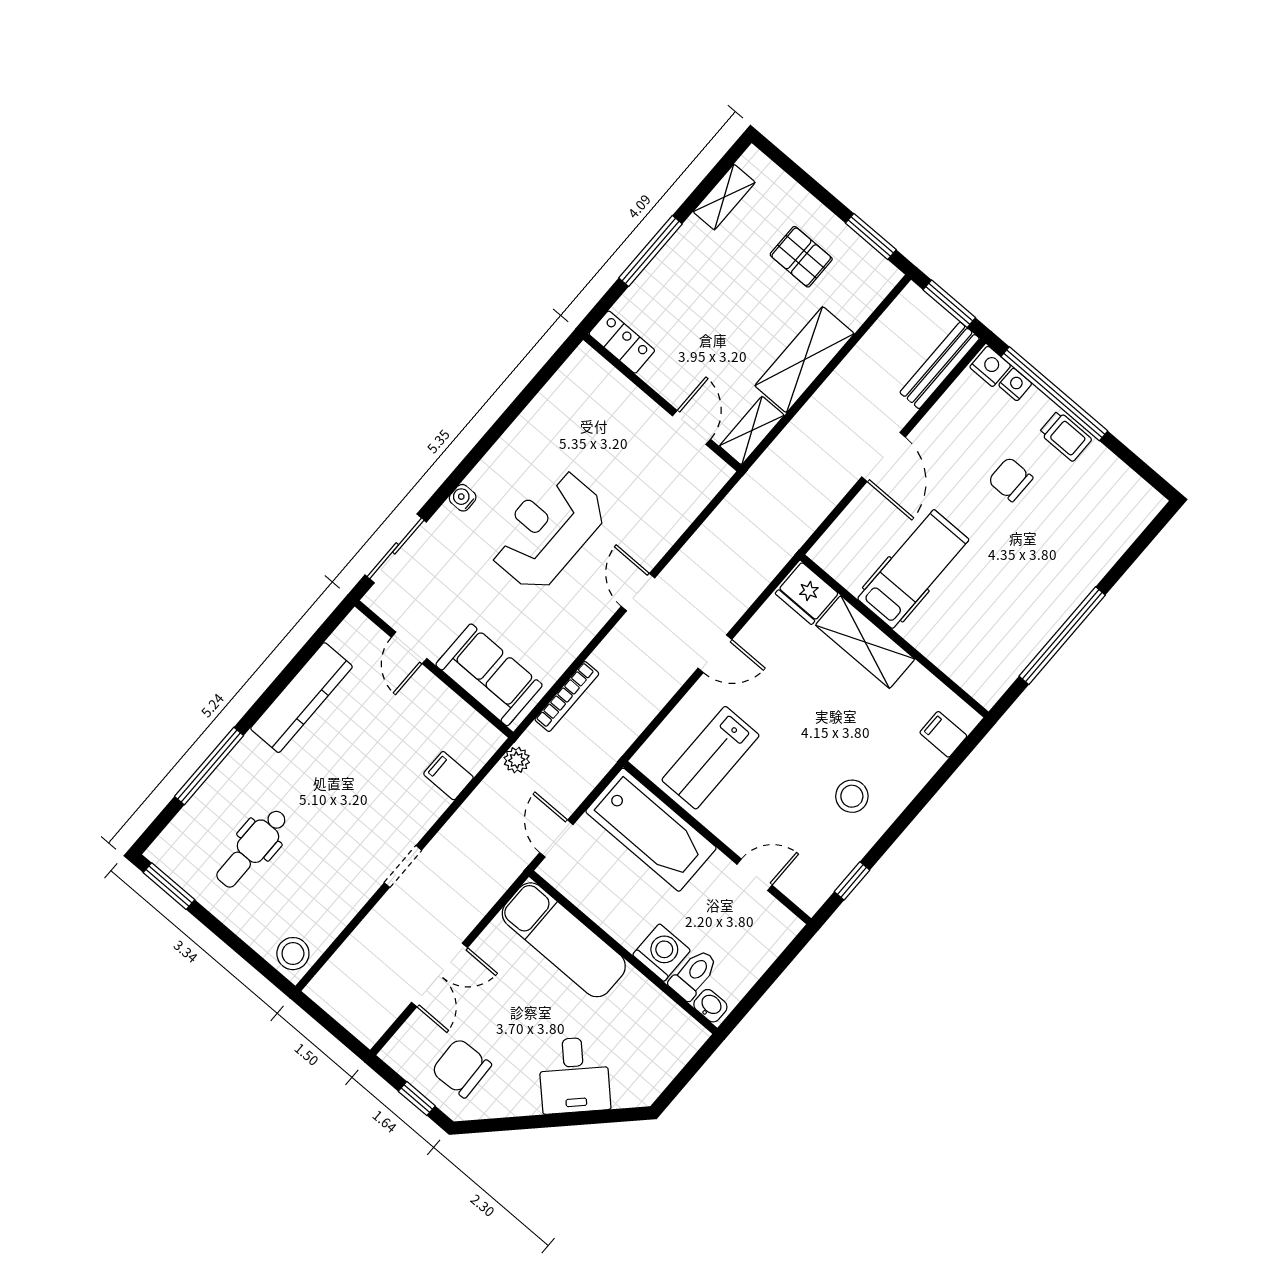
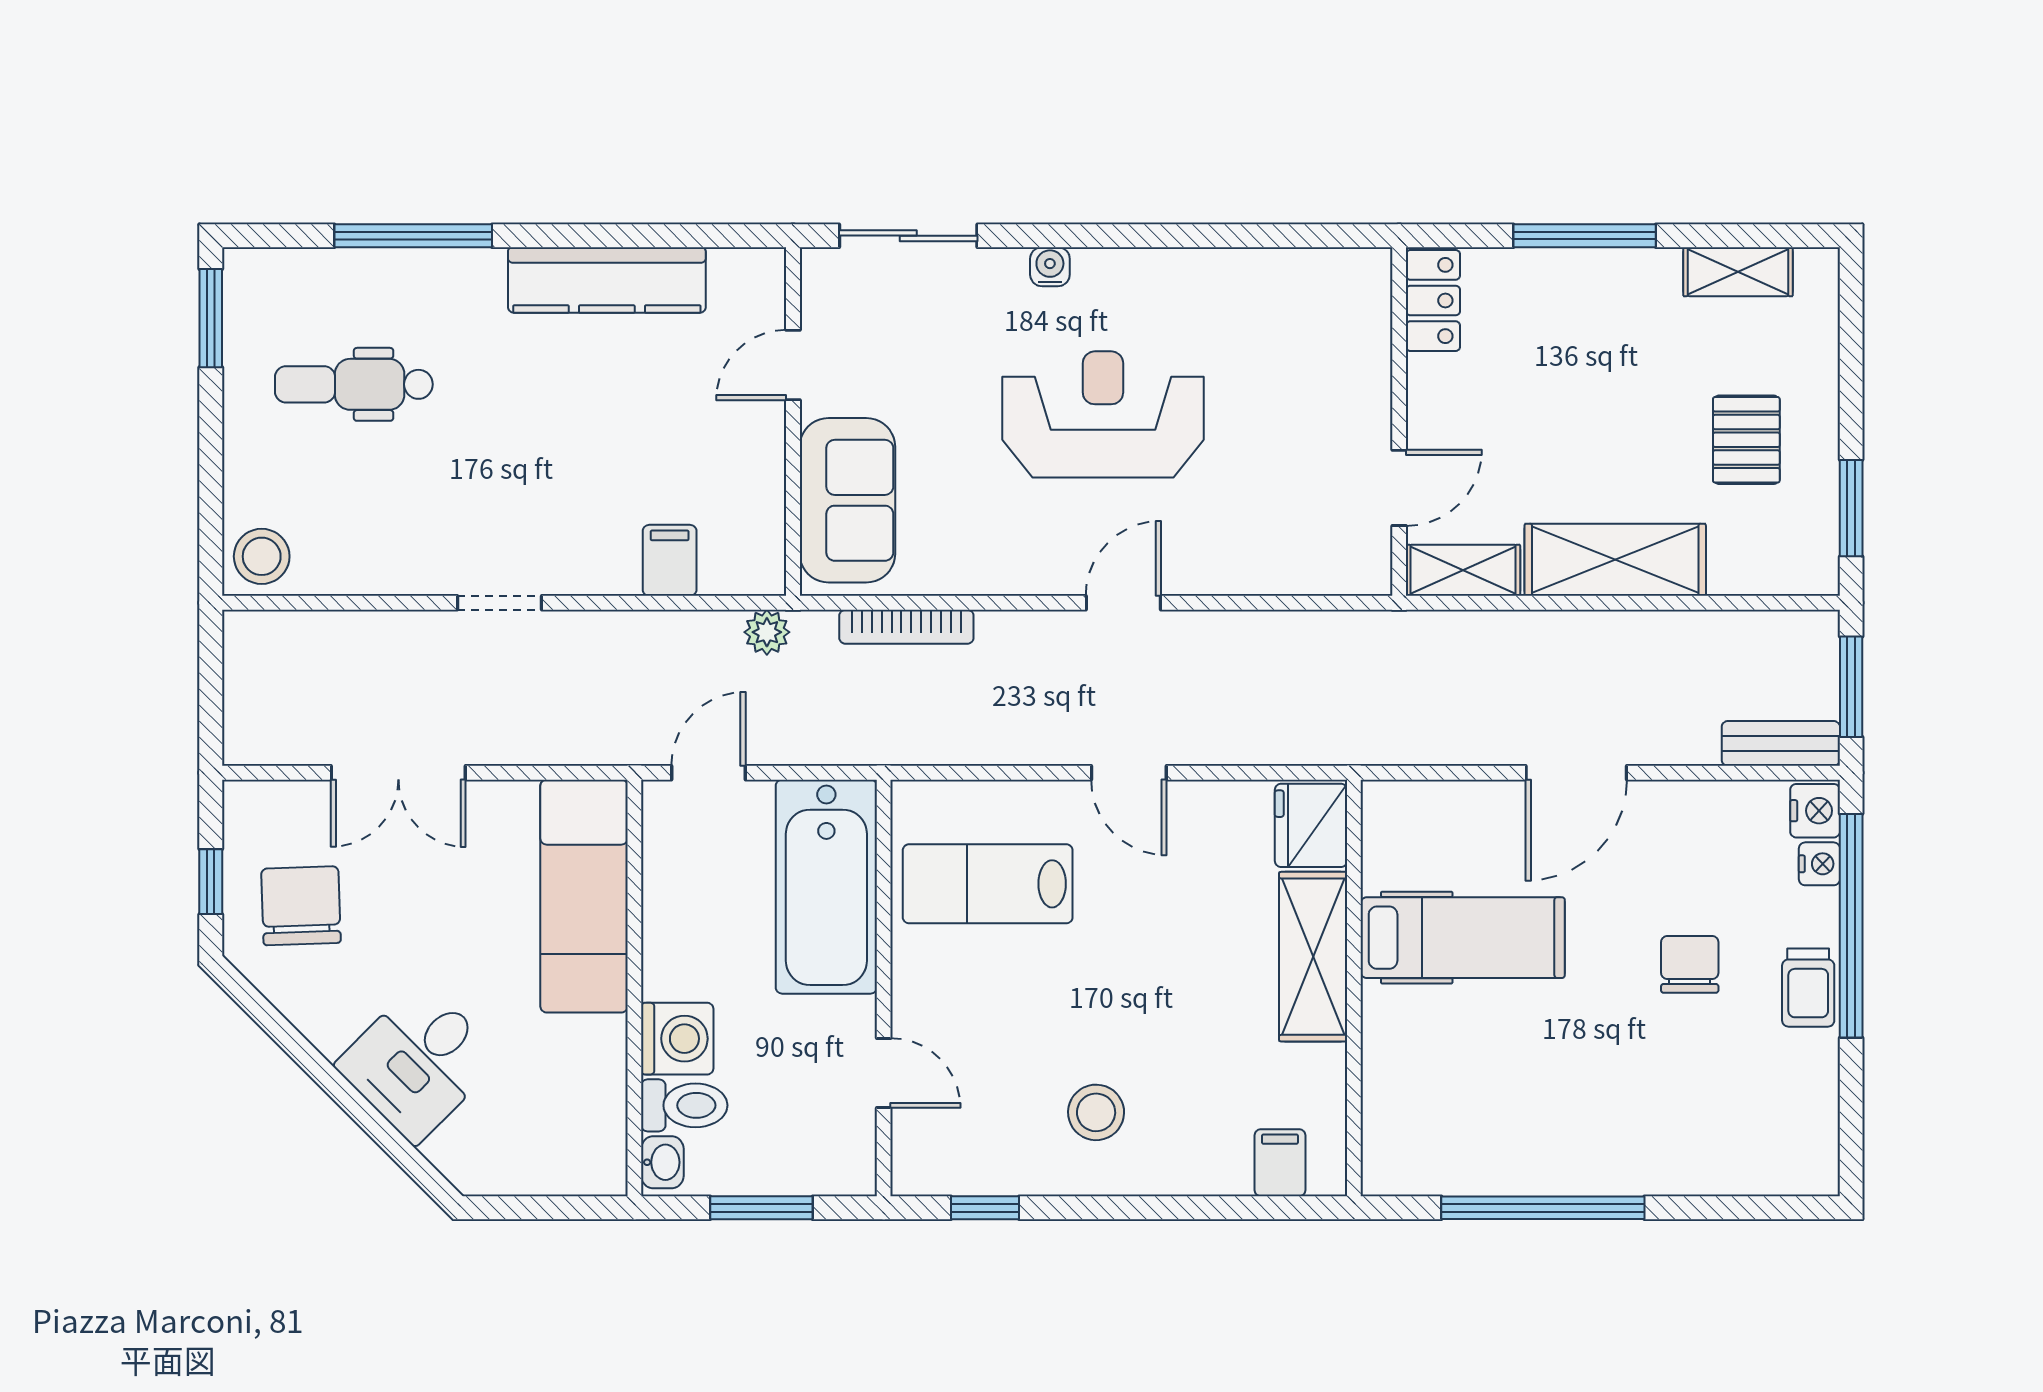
bench: (940, 365) -> (1781, 743), width x0.73
window: (768, 979) -> (761, 1208), added

